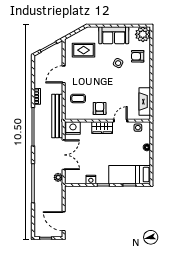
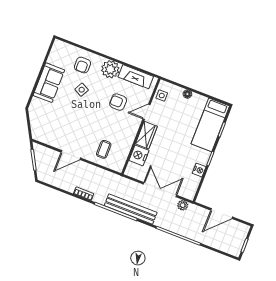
plant: (143, 34) -> (110, 69), moved
rug: (84, 50) -> (52, 123), removed
door: (64, 74) -> (71, 155), hinge flipped
armchair: (100, 108) -> (118, 102), moved
bench: (57, 116) -> (131, 209), moved
door: (121, 121) -> (147, 112), hinge flipped
nightstand: (73, 128) -> (139, 155), moved
door: (64, 221) -> (222, 214), moved

